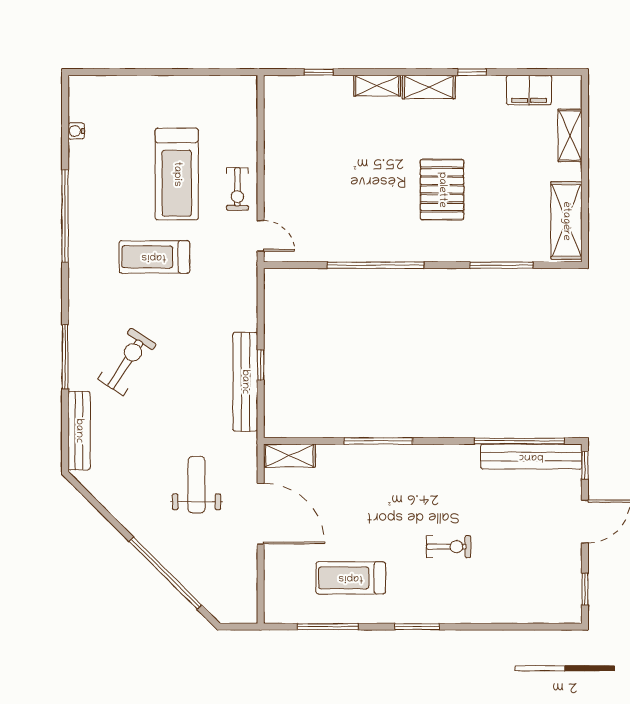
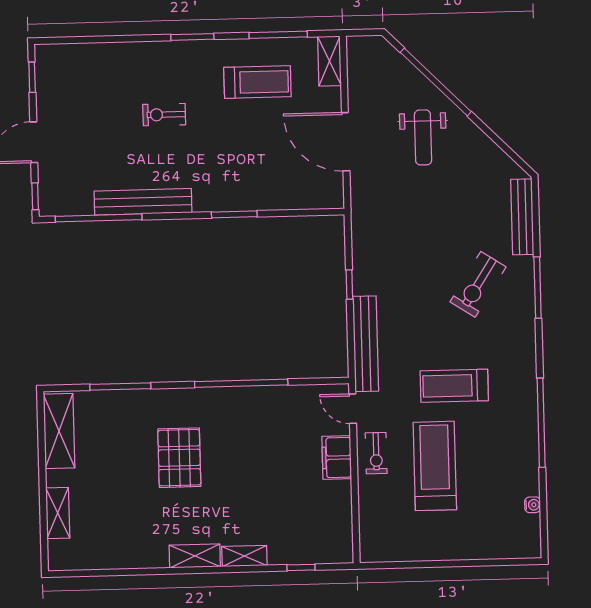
window: (472, 72) -> (154, 571), removed
filing cabinet: (529, 90) -> (337, 458), moved, turned -90
exercise bike: (237, 189) -> (376, 453), turned 180
treadmill: (154, 257) -> (454, 386), turned 180
bench: (245, 382) -> (366, 344), moved
window: (378, 441) -> (234, 214), width x0.69
shelving: (289, 456) -> (329, 61), moved, turned 90
bench: (531, 457) -> (143, 202), moved
weight bench: (197, 485) -> (423, 137), moved

